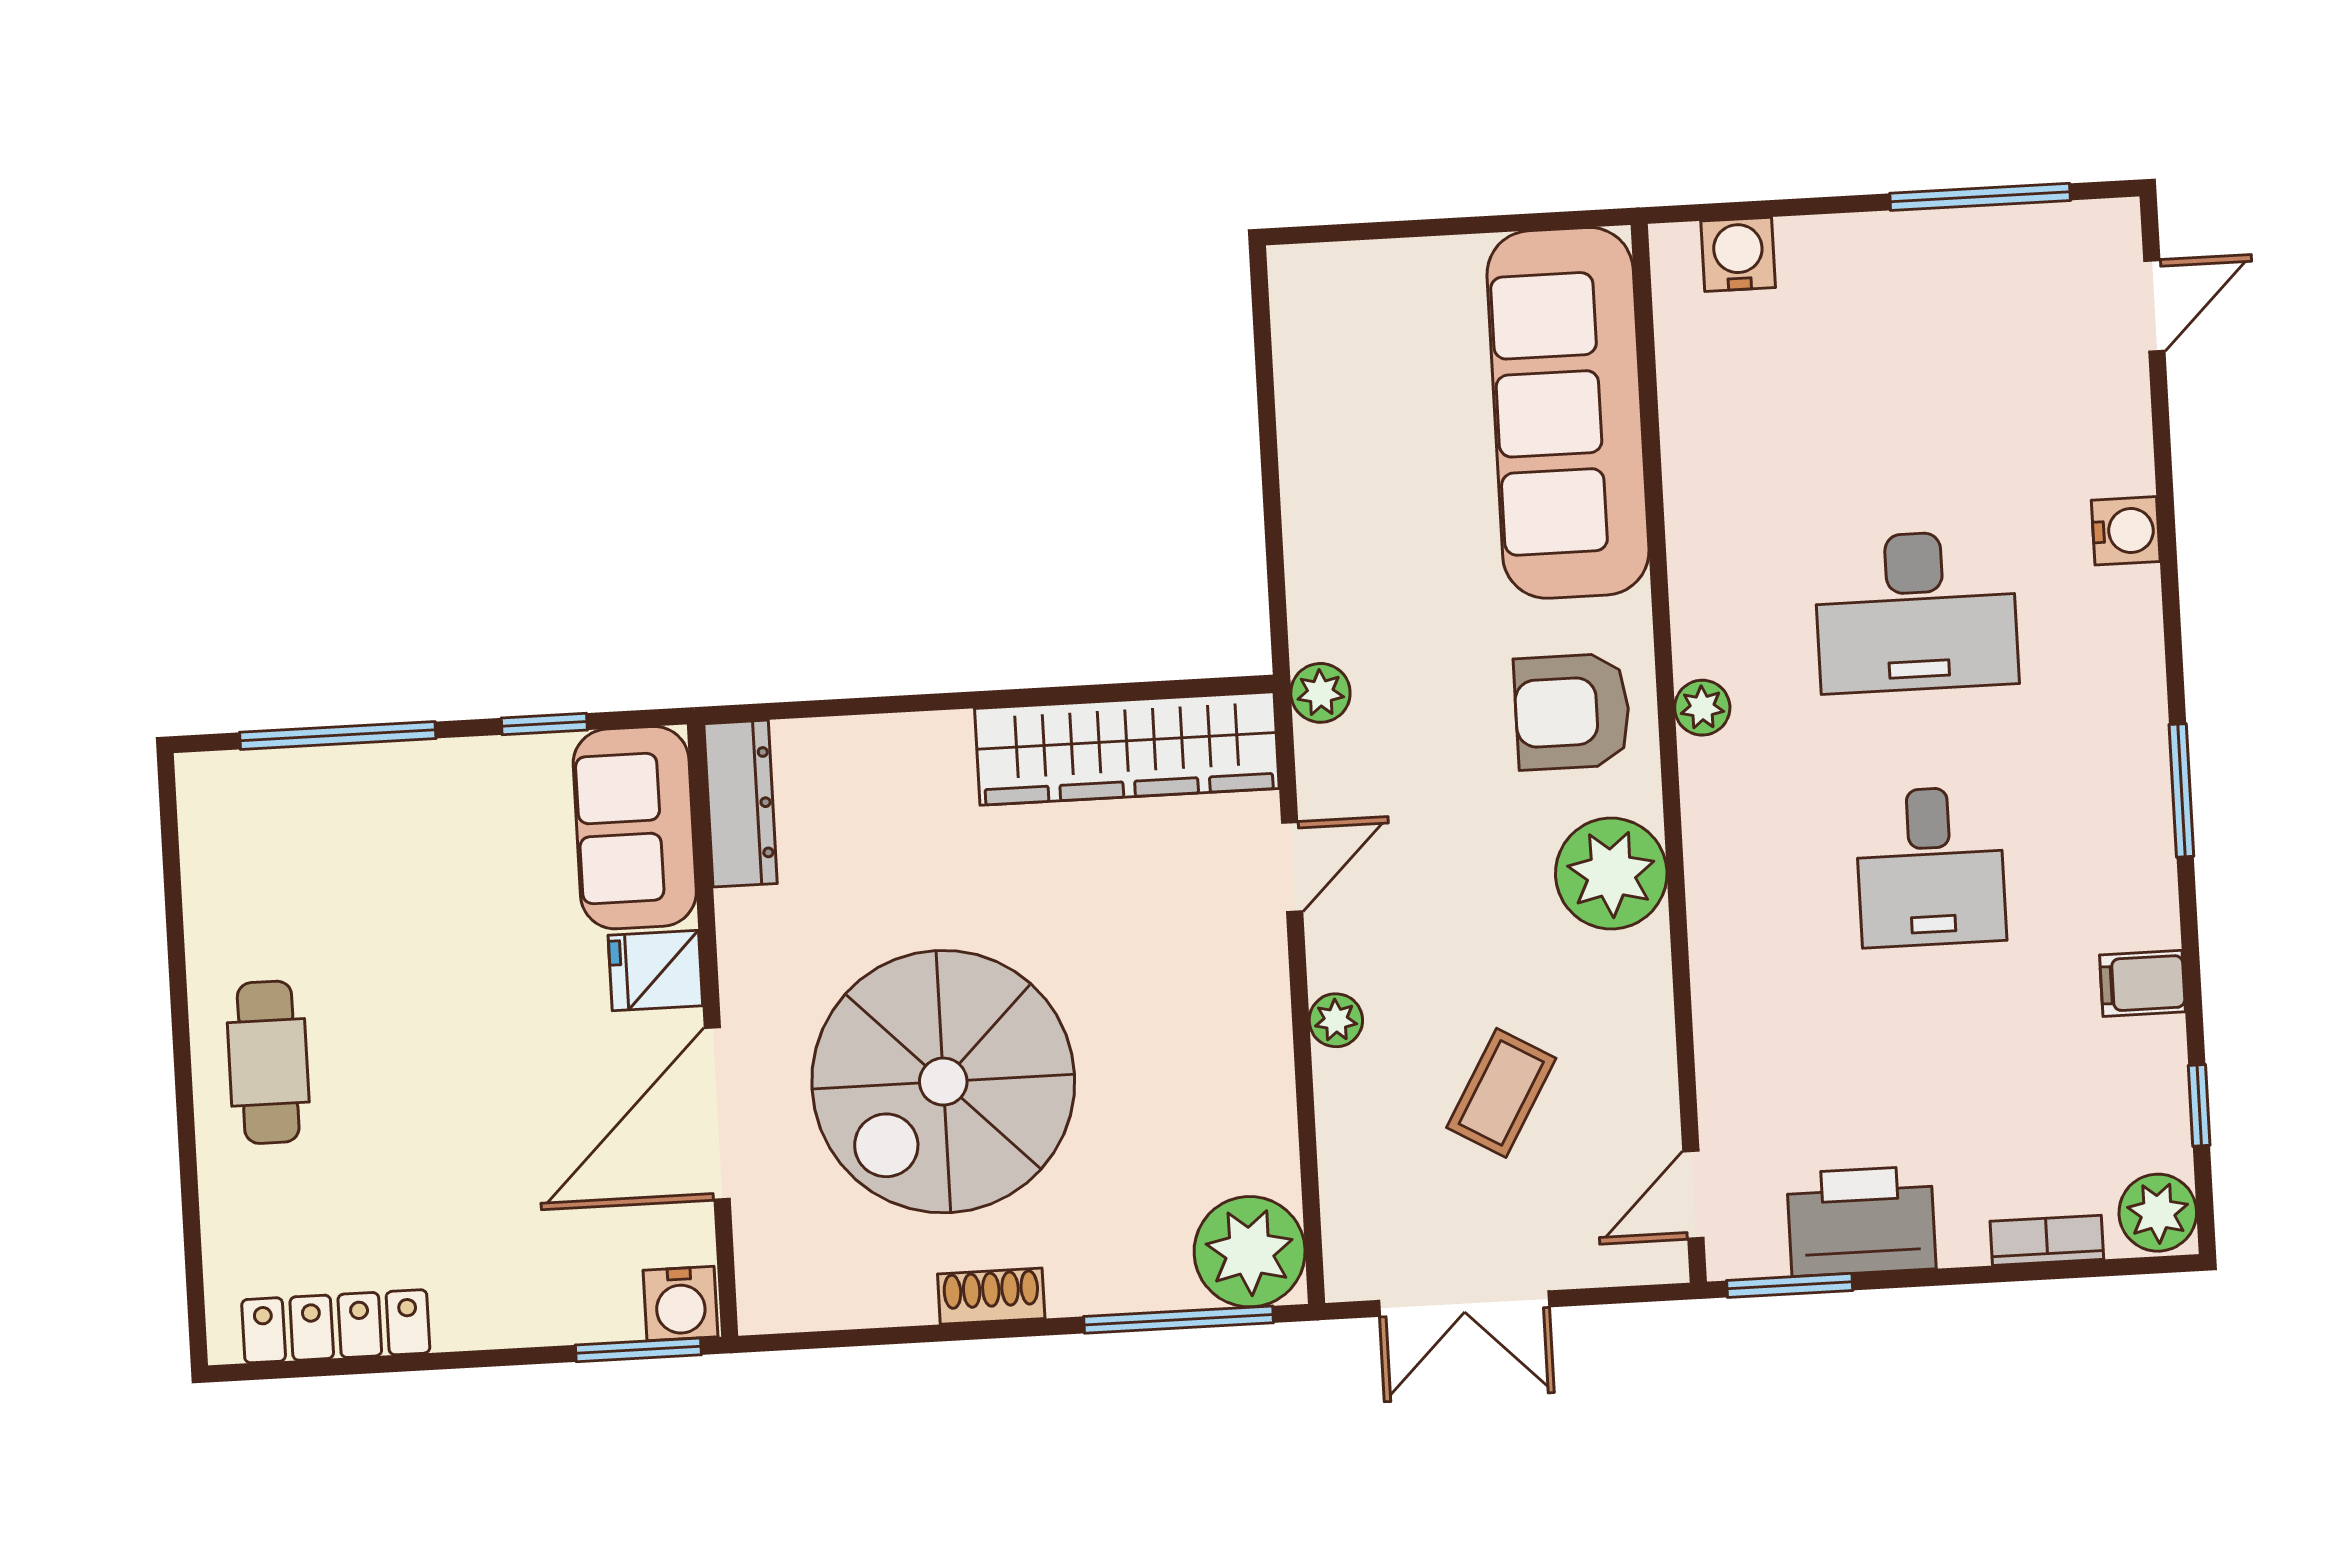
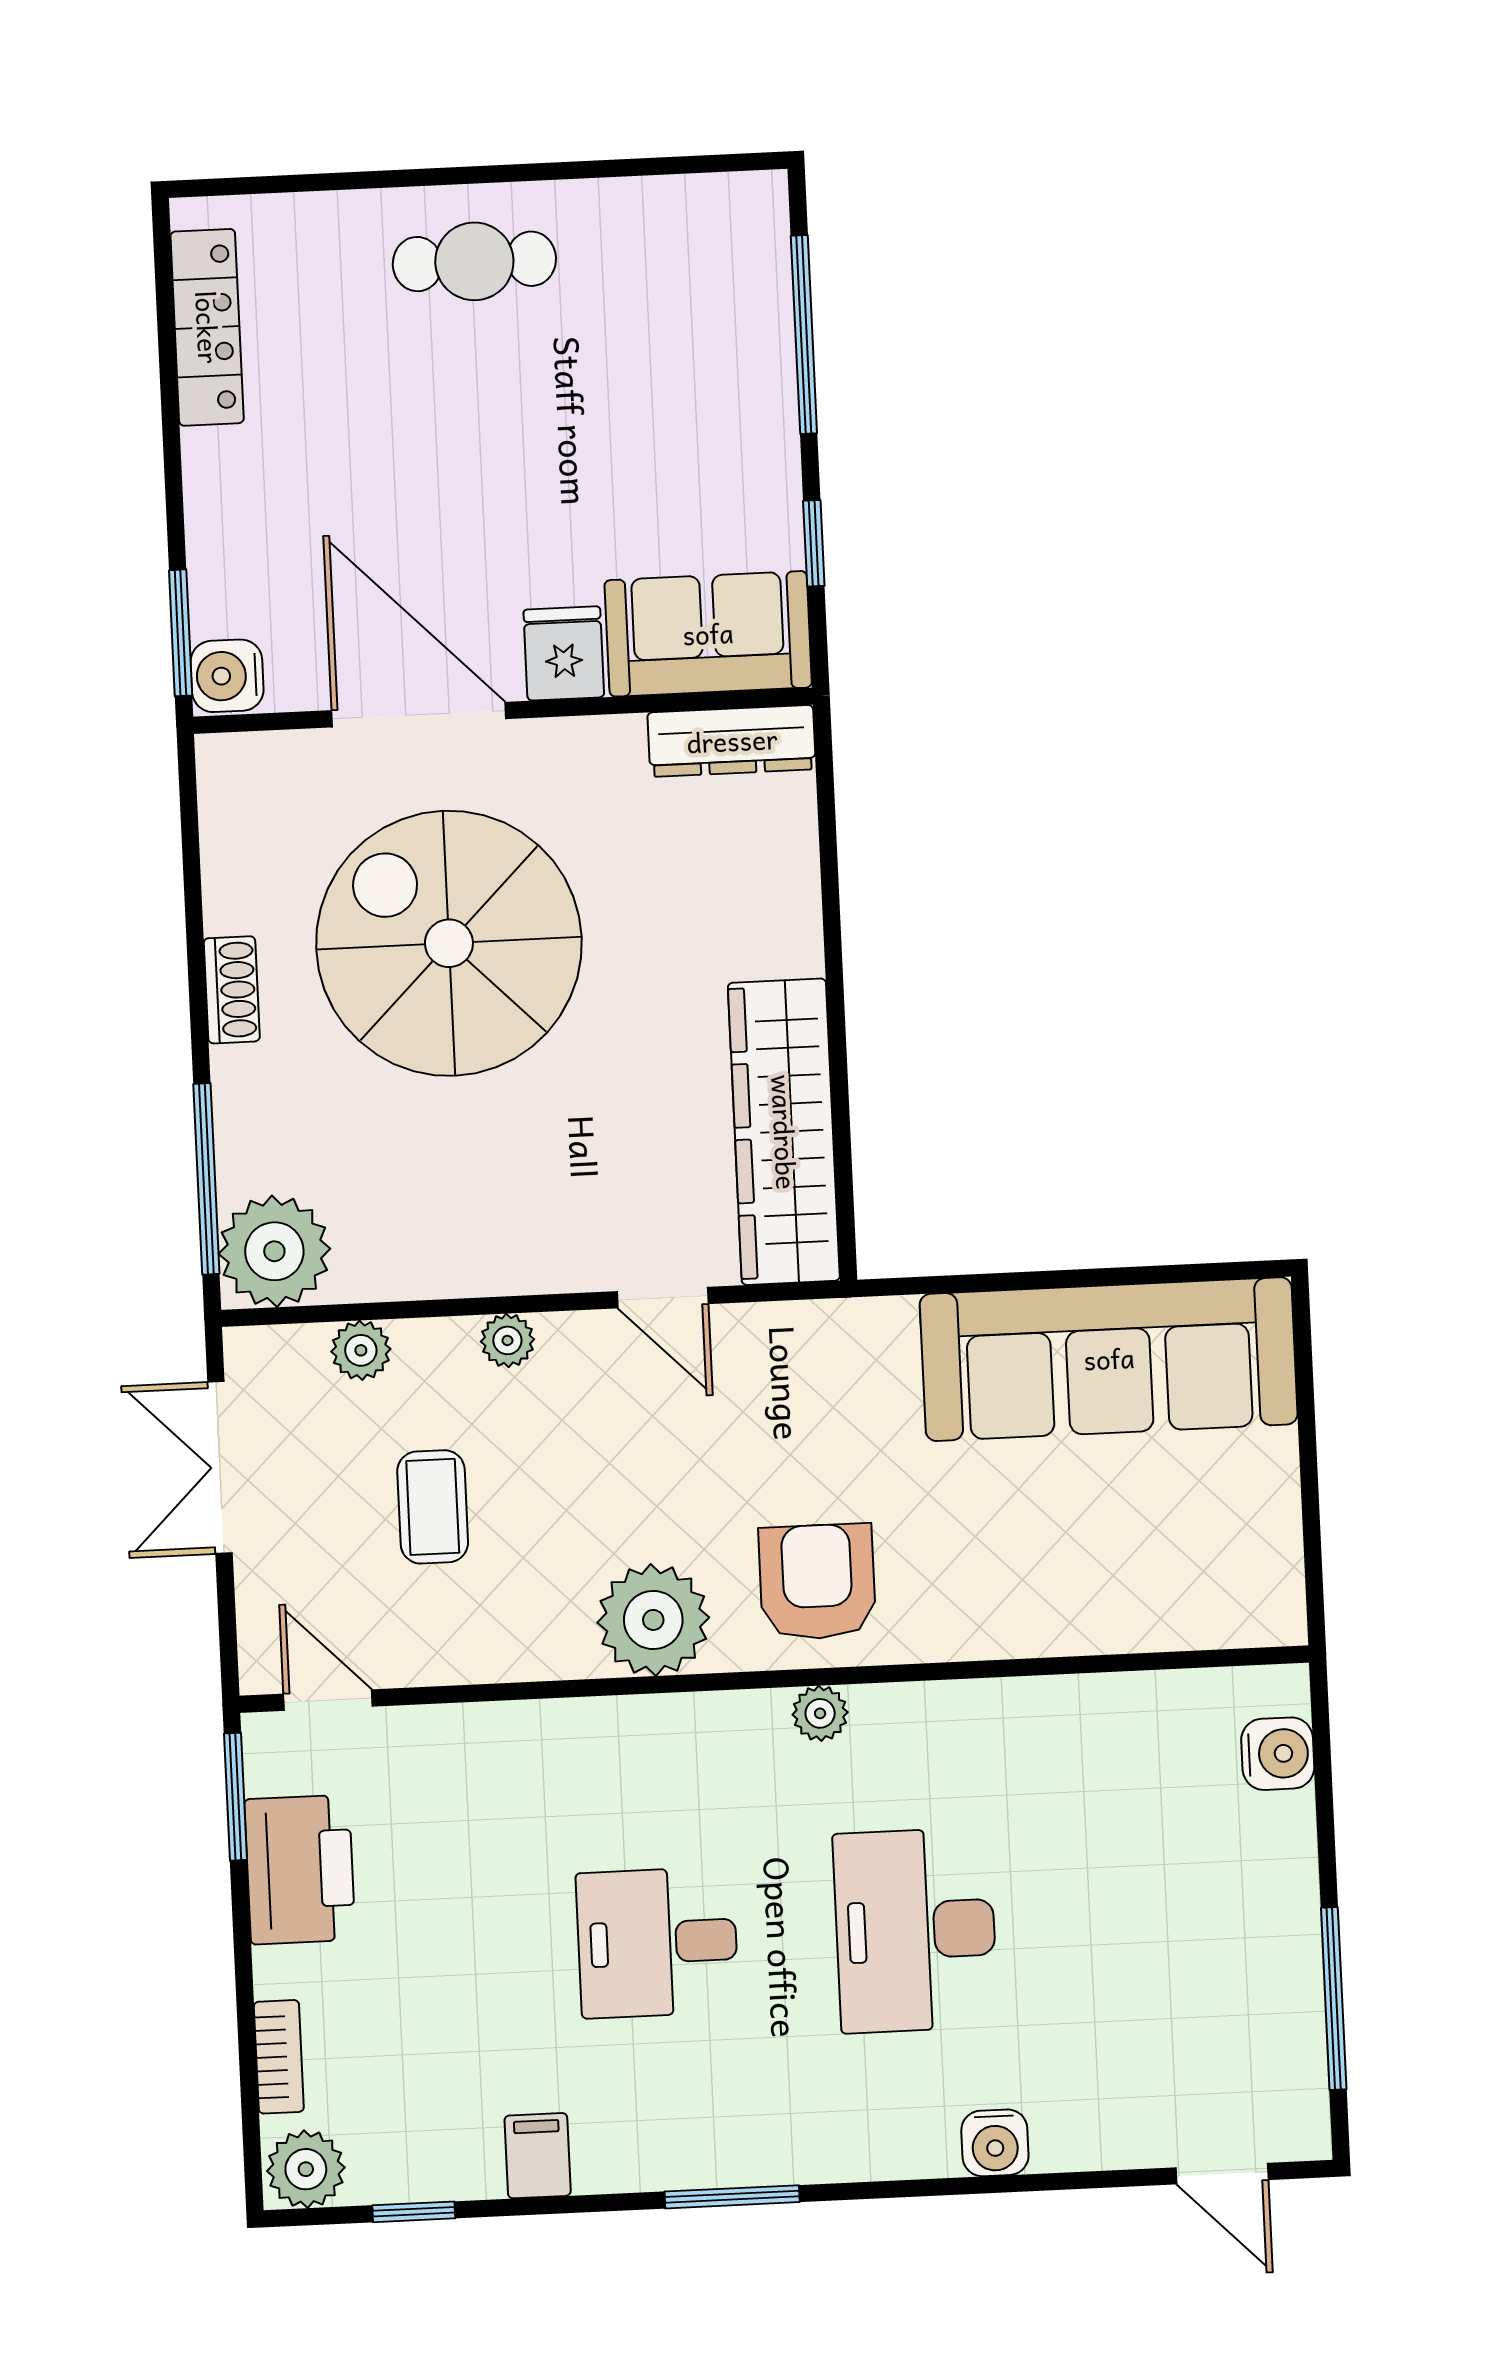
sofa: (1568, 413) -> (1109, 1359), moved, turned 180
plant: (1320, 693) -> (361, 1350), moved
coffee table: (1501, 1093) -> (433, 1507), turned 60

